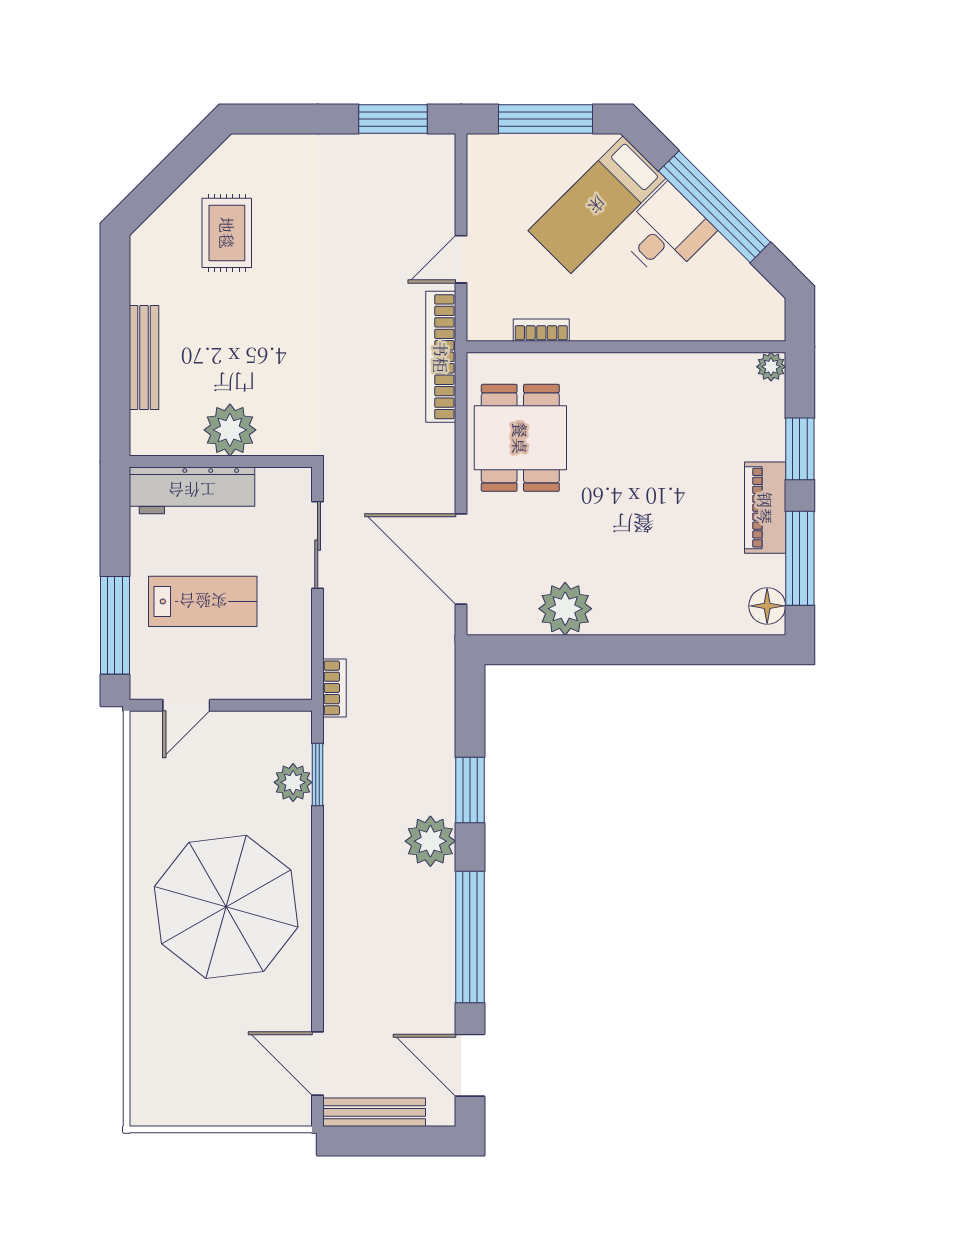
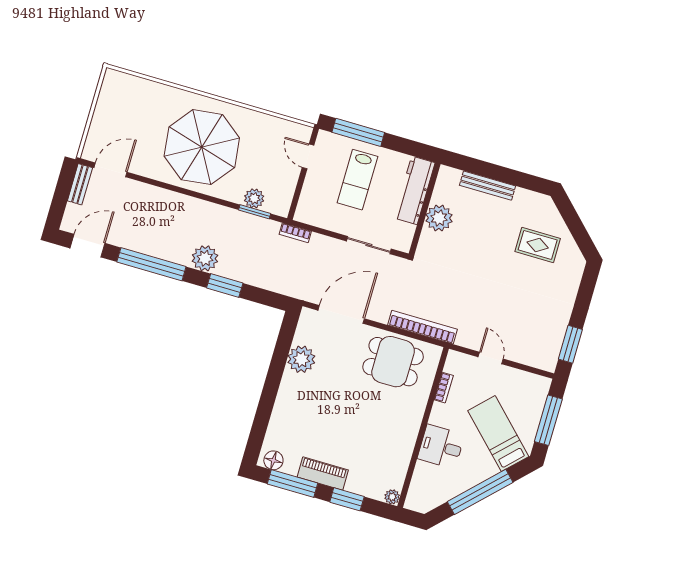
desk: (666, 232) -> (441, 447), moved, turned 135
bookcase: (441, 357) -> (423, 327), moved
bench: (374, 1112) -> (80, 184), width x0.73

